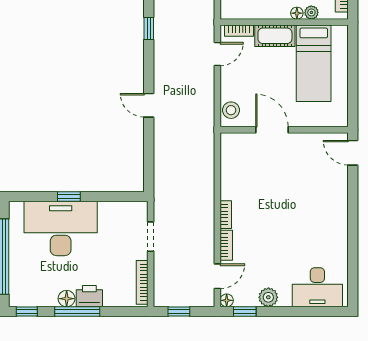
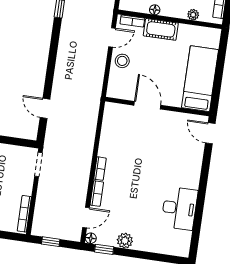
floor lamp: (297, 13) -> (155, 10), moved
bed: (314, 63) -> (200, 79), moved, turned 180
door: (149, 105) -> (45, 108), moved
stool: (231, 110) -> (122, 61), moved
doorway: (151, 237) -> (38, 164), moved
desk: (317, 287) -> (179, 208), moved, turned -90

